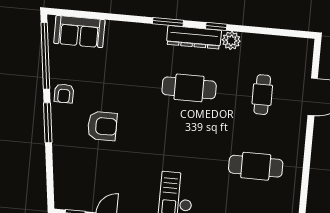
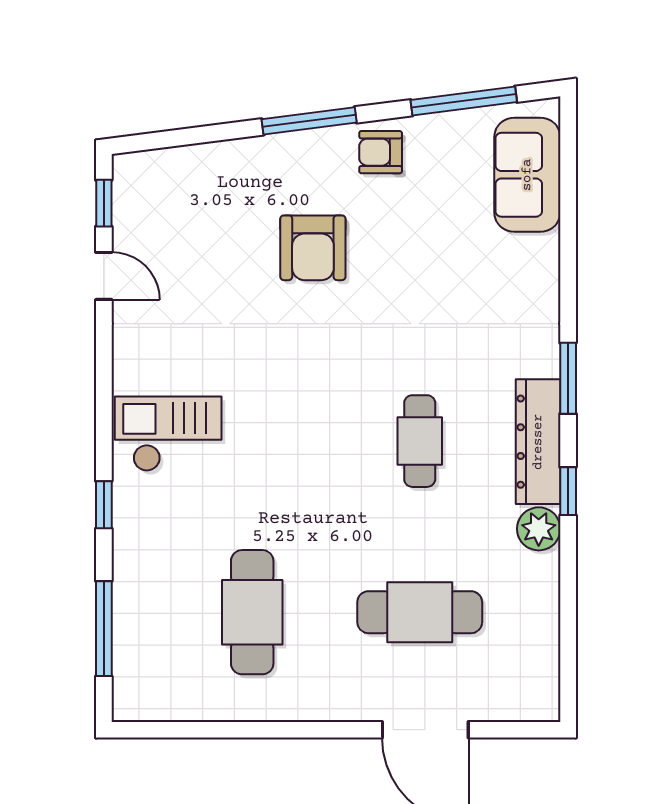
window: (45, 56) -> (464, 101), width x0.68
cafe table: (189, 88) -> (420, 441), width x0.73, depth x0.74
cafe table: (262, 95) -> (420, 612), width x1.37, depth x1.35

